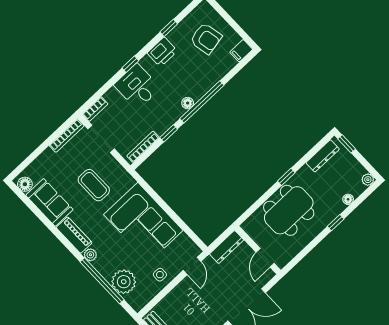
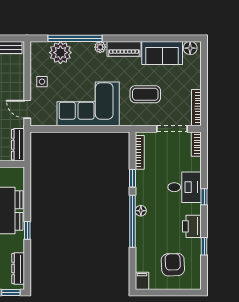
armchair: (206, 39) -> (173, 265), turned 98

